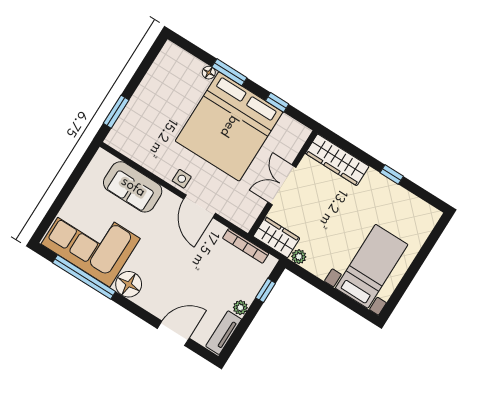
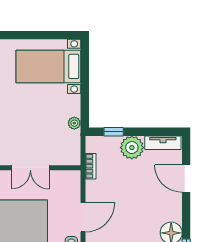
wardrobe: (276, 237) -> (71, 148), removed
bookcase: (246, 246) -> (91, 166), width x0.64
plant: (240, 308) -> (132, 148), width x1.88, depth x1.88

